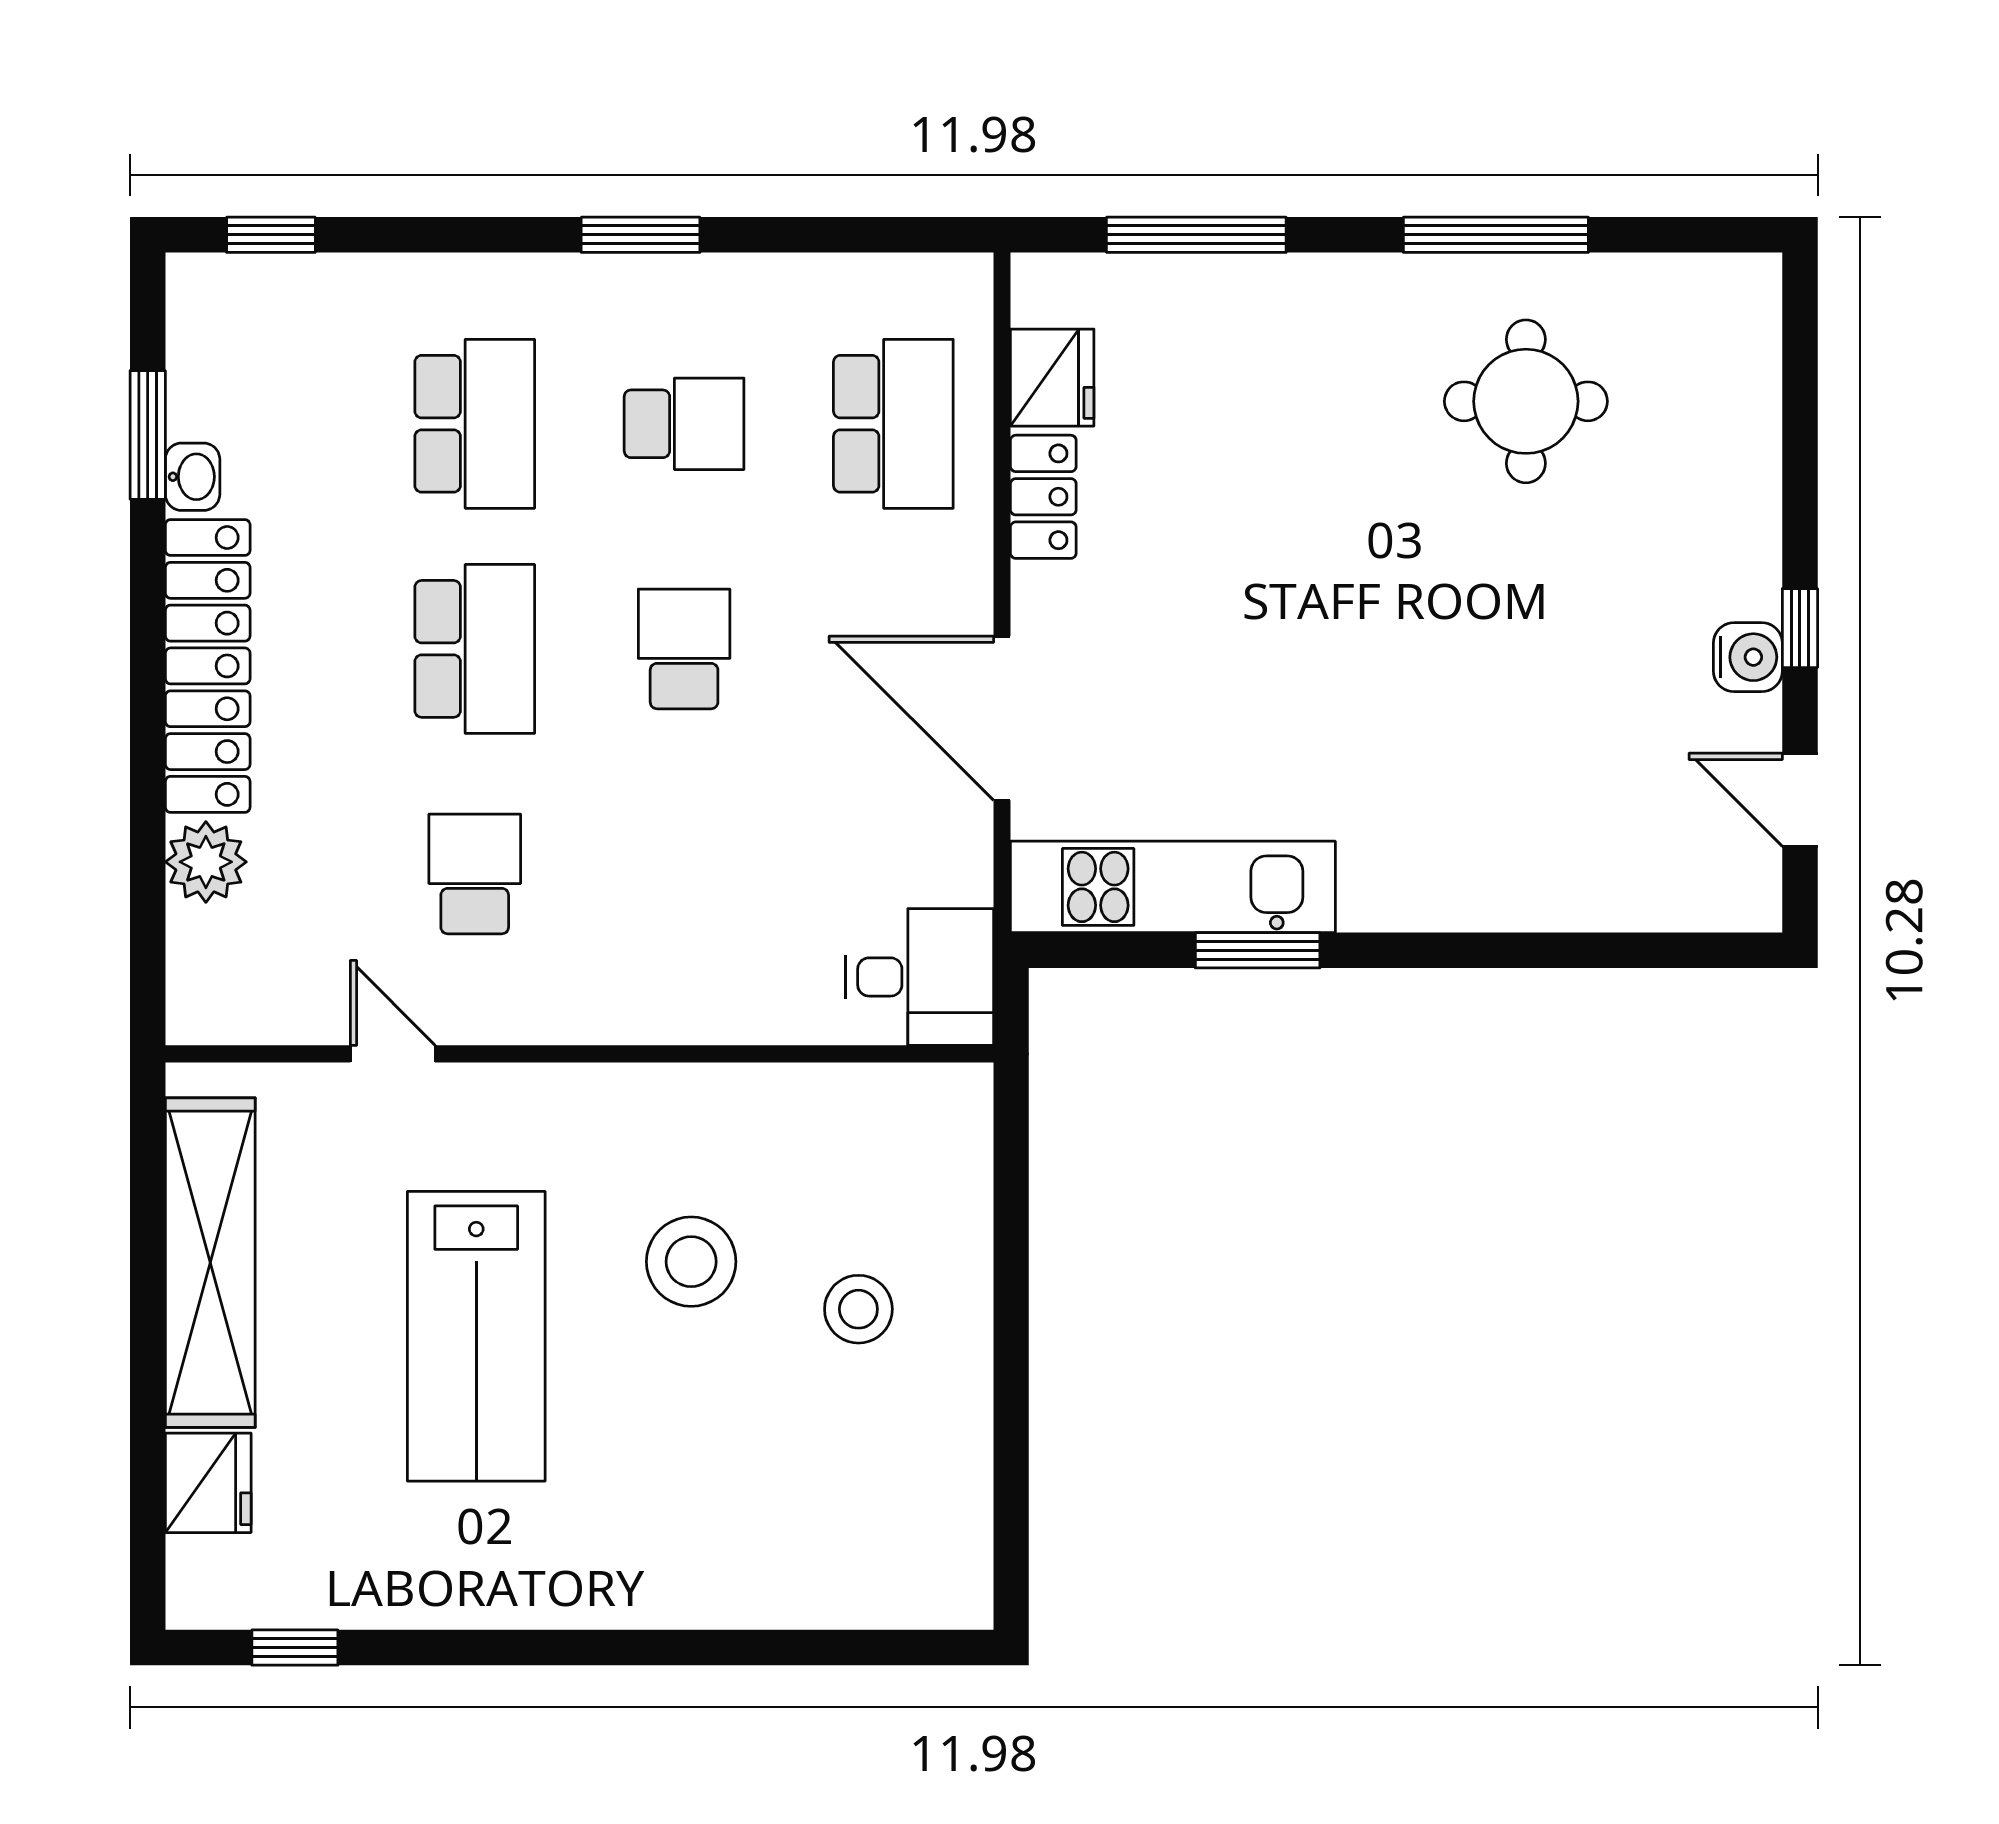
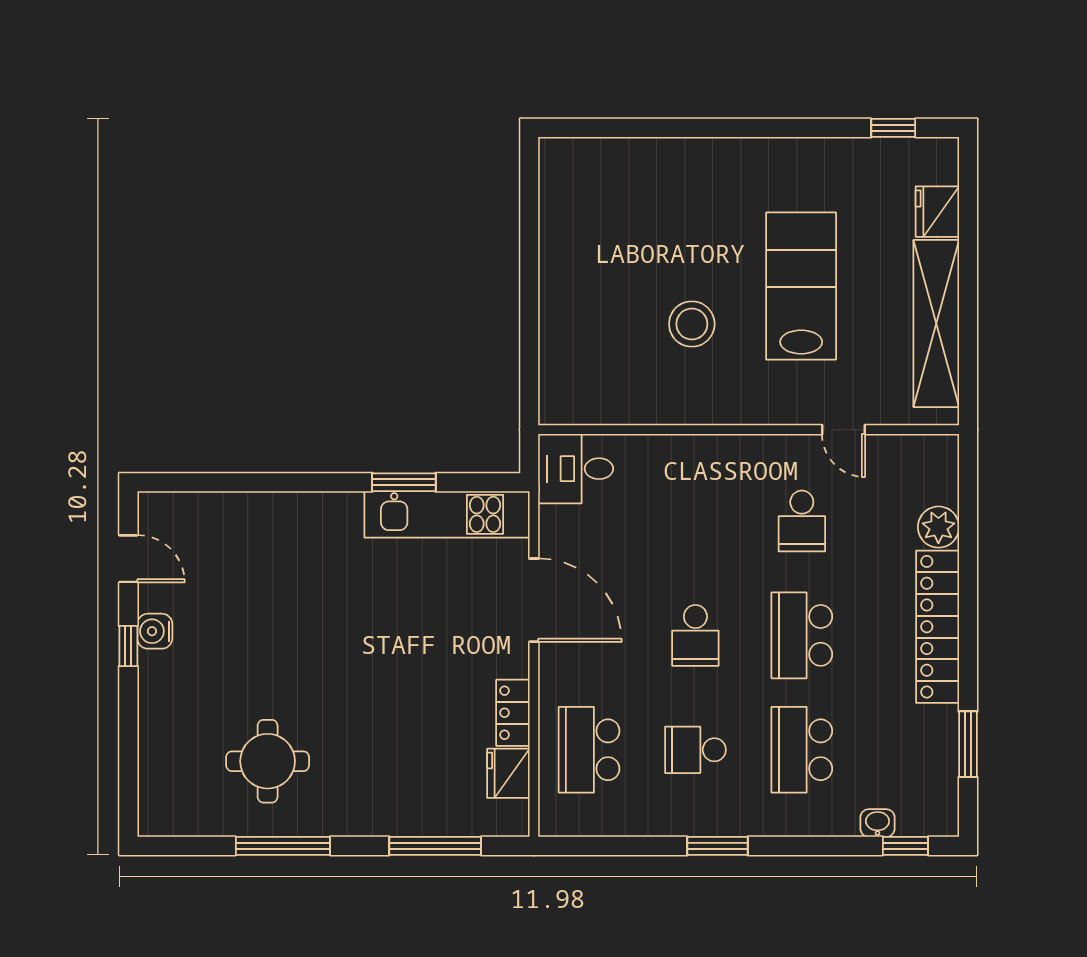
washbasin: (193, 477) -> (877, 823), moved, turned 90
stool: (858, 1309) -> (607, 300), removed

